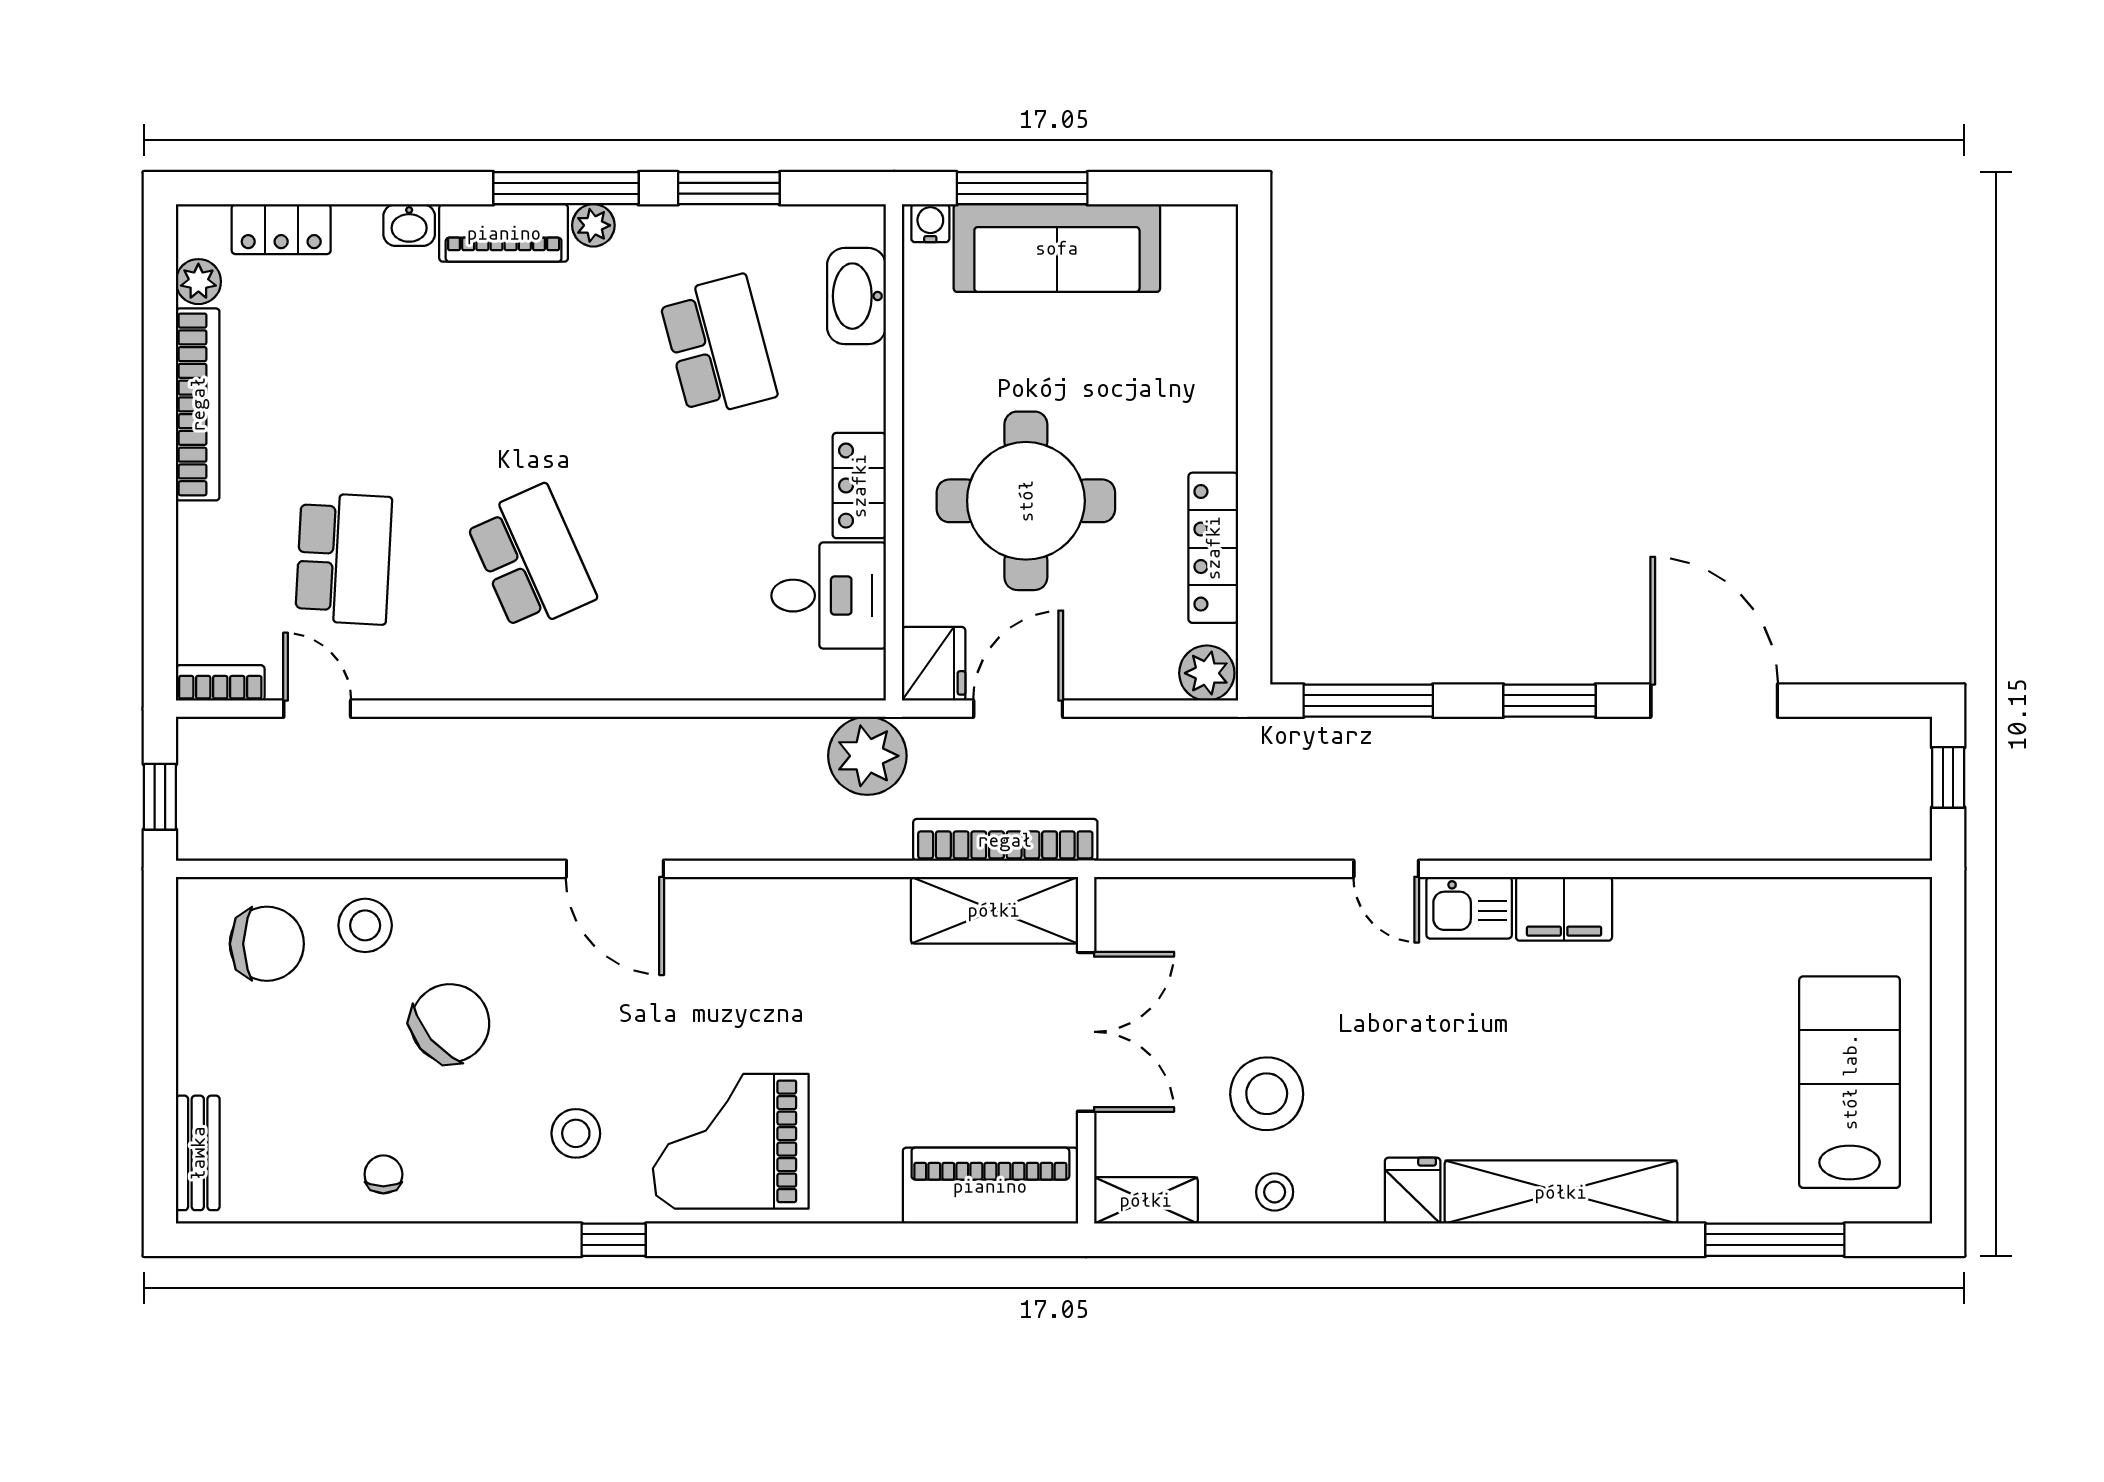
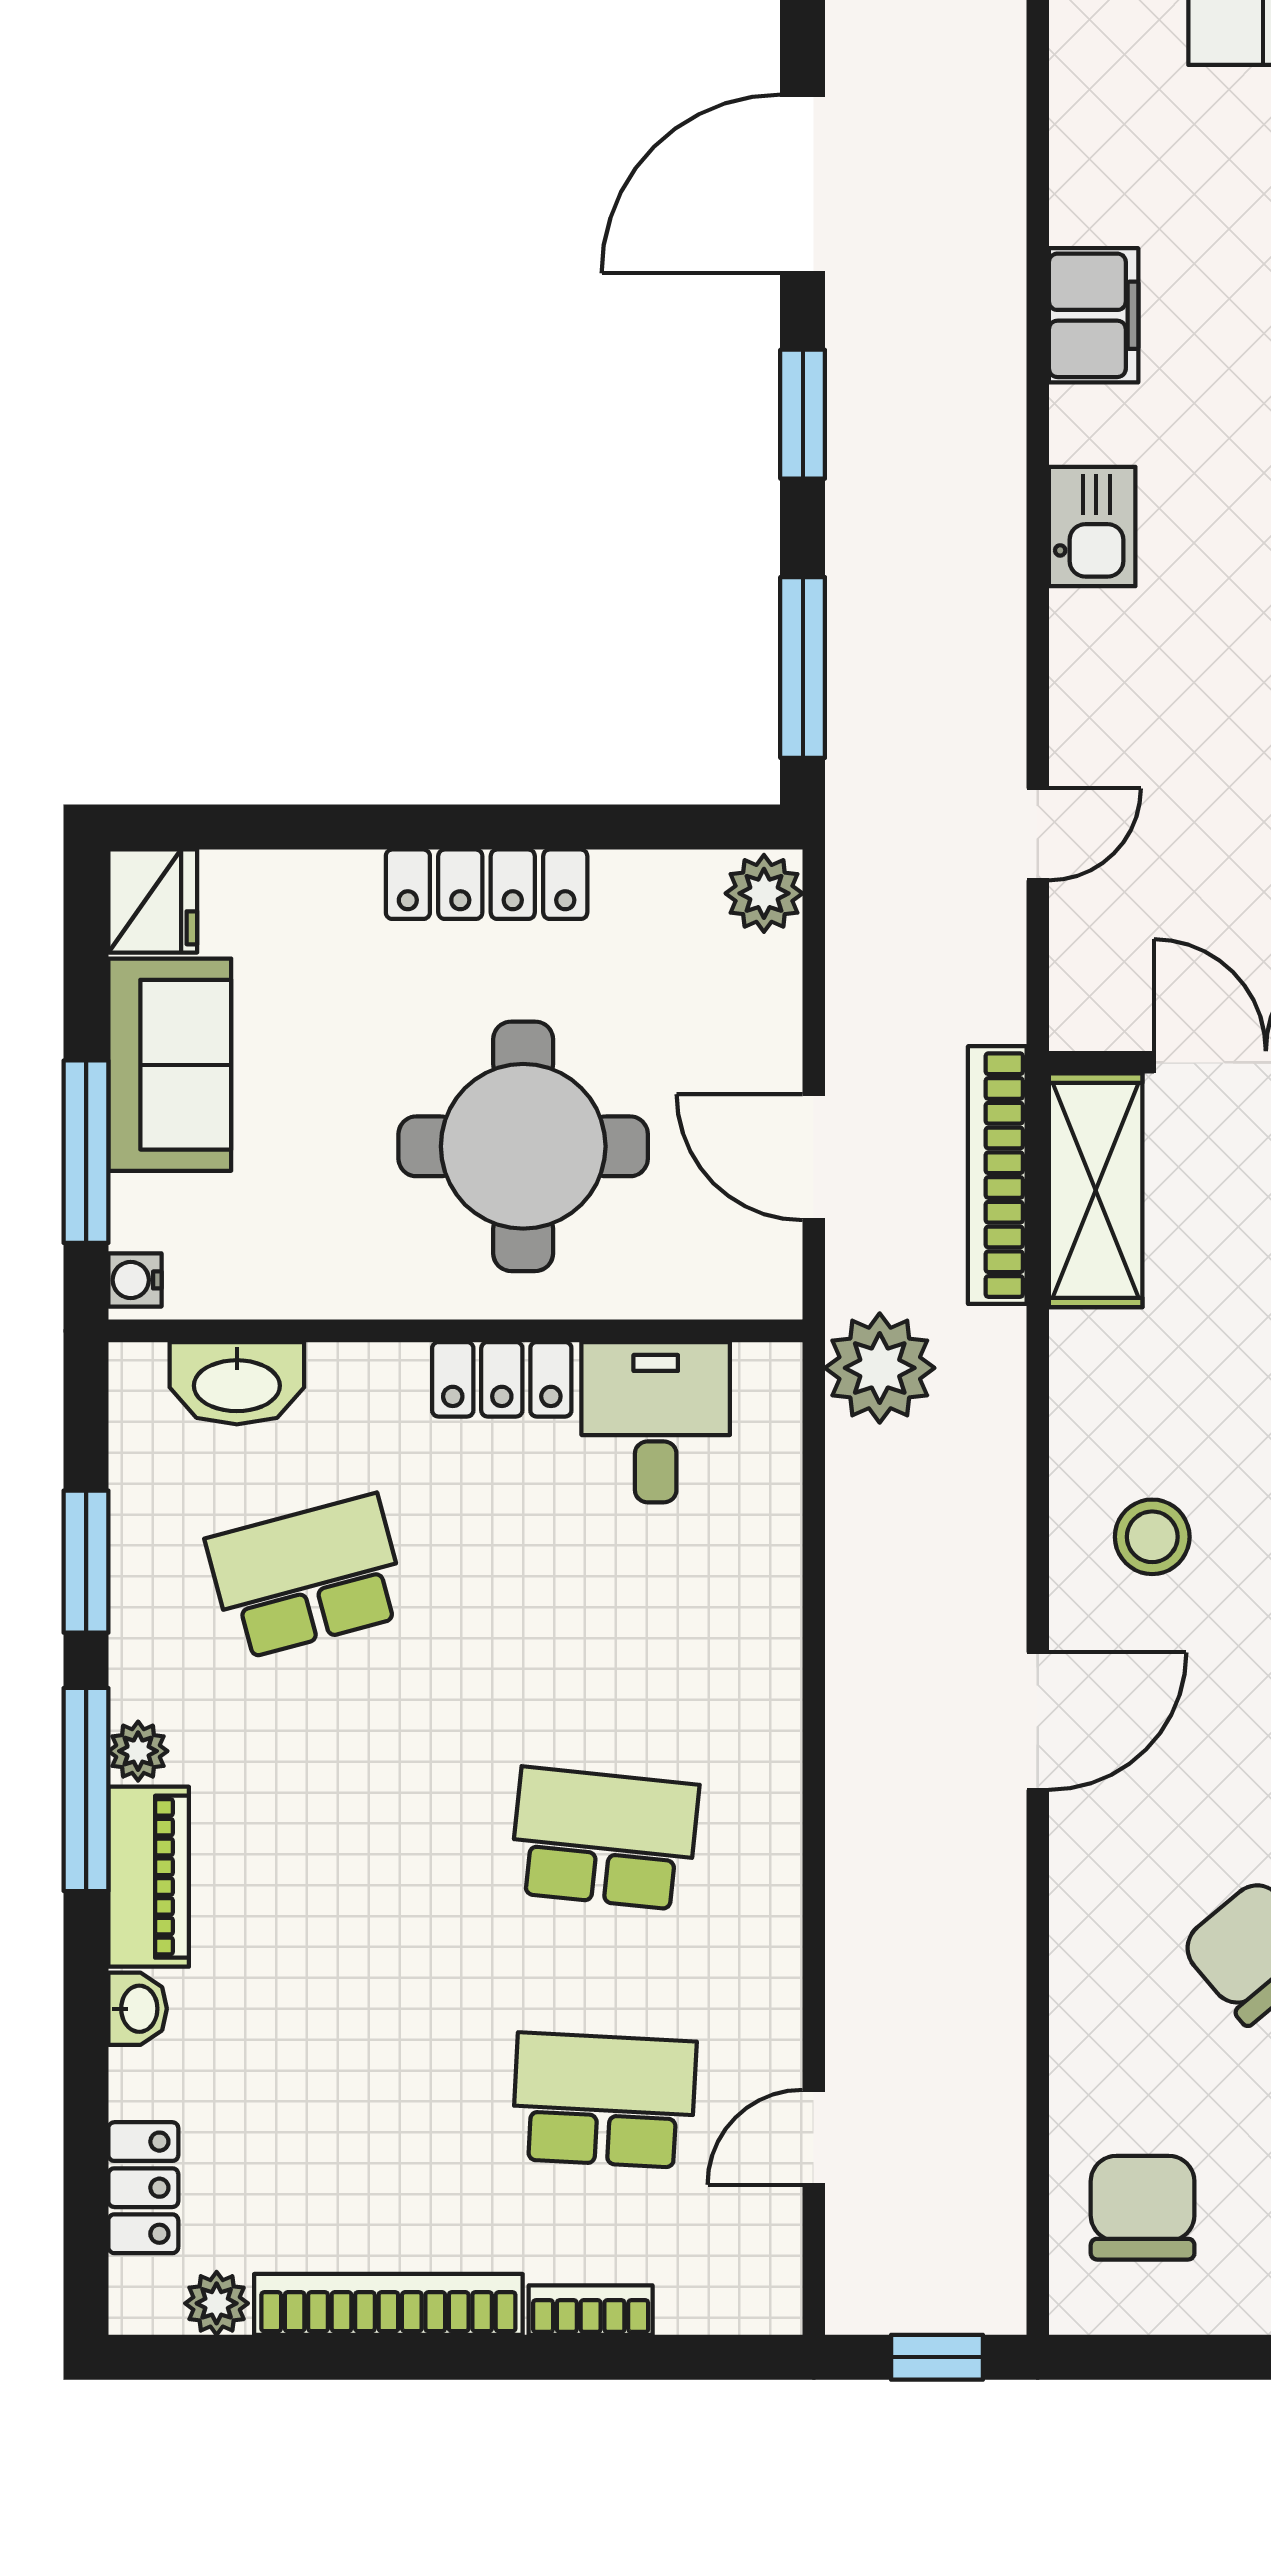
sofa: (1057, 248) -> (170, 1065), width x0.73
locker: (1213, 548) -> (487, 884), moved
school desk: (531, 559) -> (604, 1839), turned 30
fridge: (934, 664) -> (153, 901), moved, turned 90
bookcase: (220, 683) -> (591, 2310), moved, turned 90
door: (1386, 869) -> (1038, 834), moved
filing cabinet: (1564, 909) -> (1094, 315), moved
stool: (365, 925) -> (1152, 1537), moved

